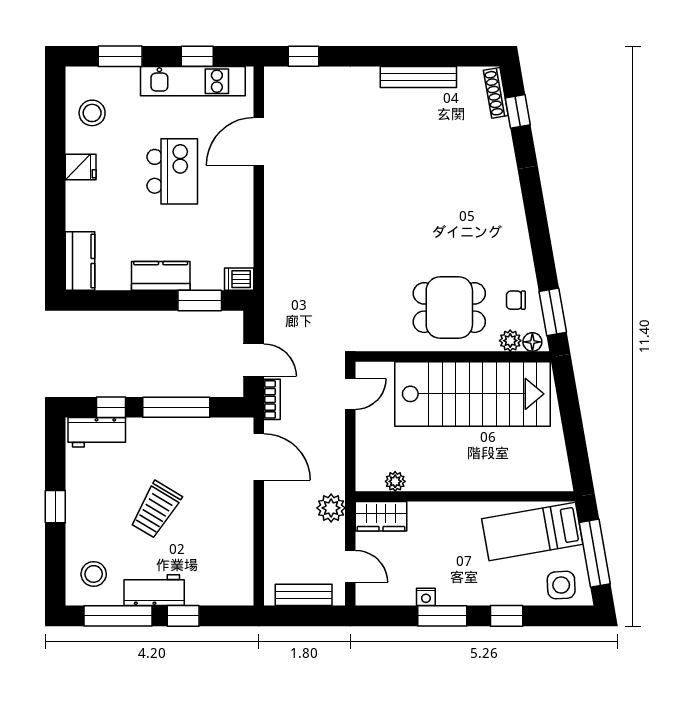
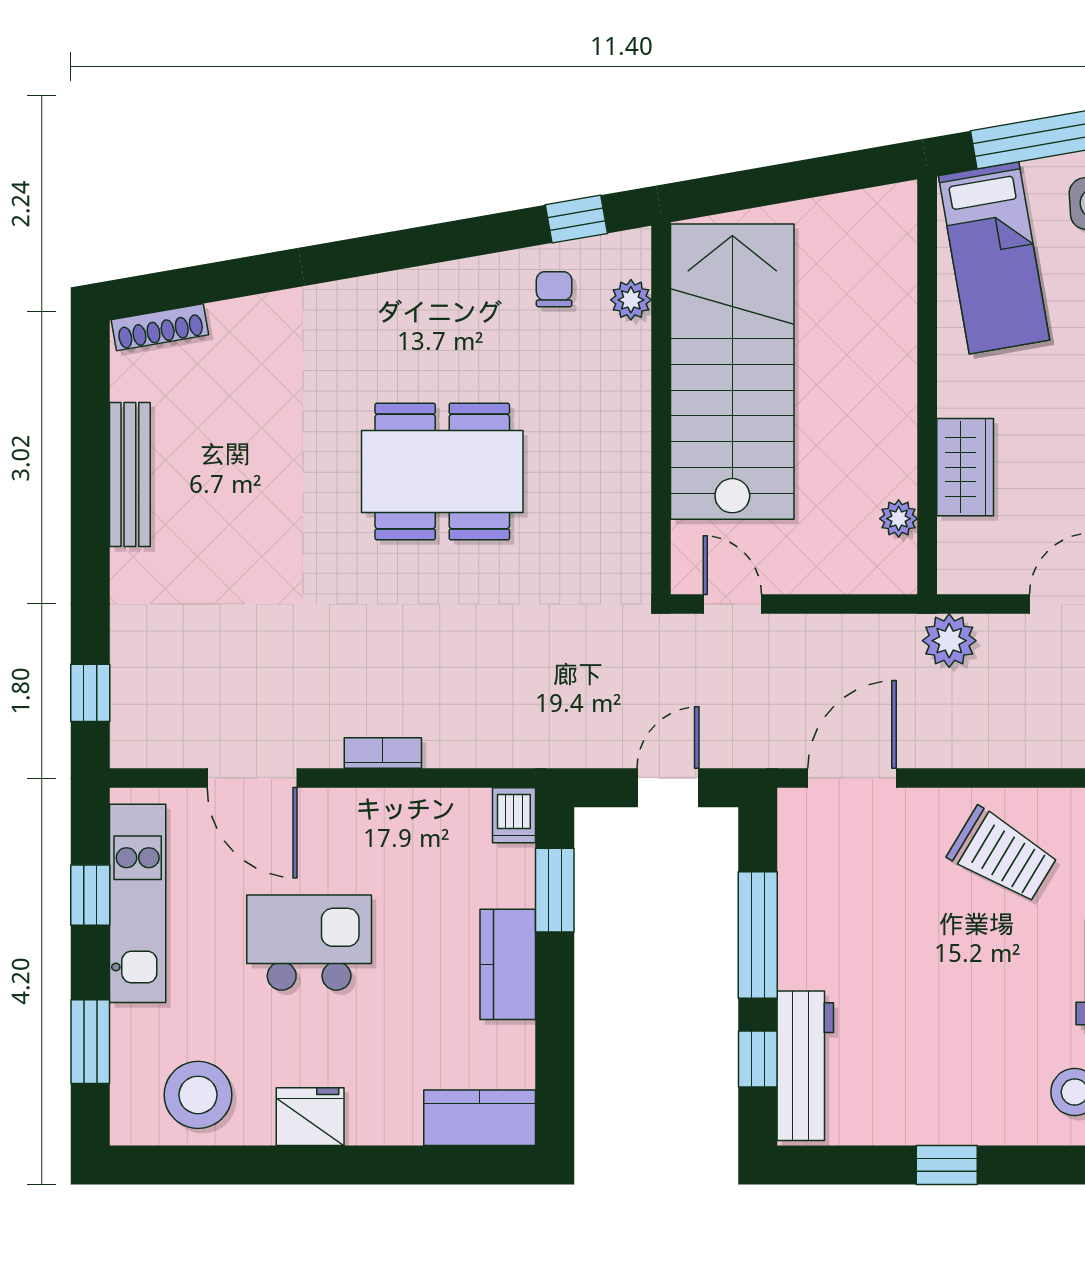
window: (518, 111) -> (195, 285), removed
stool: (92, 113) -> (198, 1095), width x1.38, depth x1.38
fridge: (81, 167) -> (310, 1117), width x1.38
chair: (516, 300) -> (554, 289), turned 180
dining table: (449, 308) -> (442, 472), moved, width x1.37
window: (553, 312) -> (576, 219), width x0.67
floor lamp: (532, 342) -> (634, 258), removed
bookcase: (272, 399) -> (383, 753), moved
workbench: (97, 432) -> (805, 1066), width x1.38
trolley: (156, 510) -> (1003, 855), moved
wardrobe: (381, 516) -> (965, 467), moved

